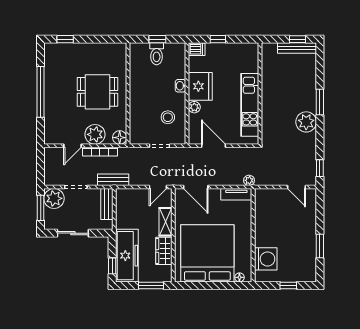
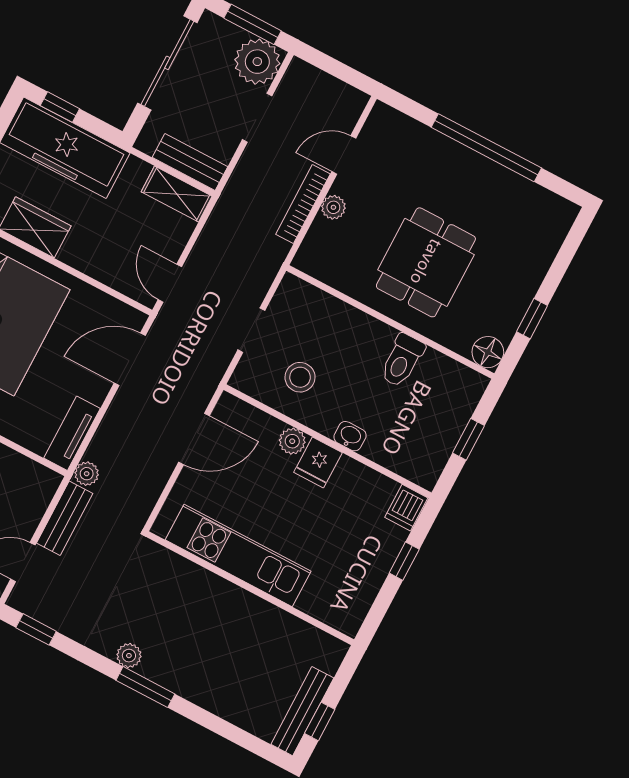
window: (65, 39) -> (532, 319), moved
toilet: (157, 54) -> (402, 361), moved, turned -90
fridge: (200, 86) -> (318, 463), width x0.53, depth x0.75
window: (320, 102) -> (145, 687), moved
plant: (306, 122) -> (129, 656), width x0.53, depth x0.53
plant: (95, 134) -> (333, 207), width x0.53, depth x0.53
floor lamp: (120, 138) -> (488, 352), moved
door: (73, 146) -> (344, 155), hinge flipped
bench: (113, 180) -> (65, 518), moved
shelving: (166, 222) -> (177, 194), moved
sliding door: (73, 233) -> (167, 63), width x1.37

